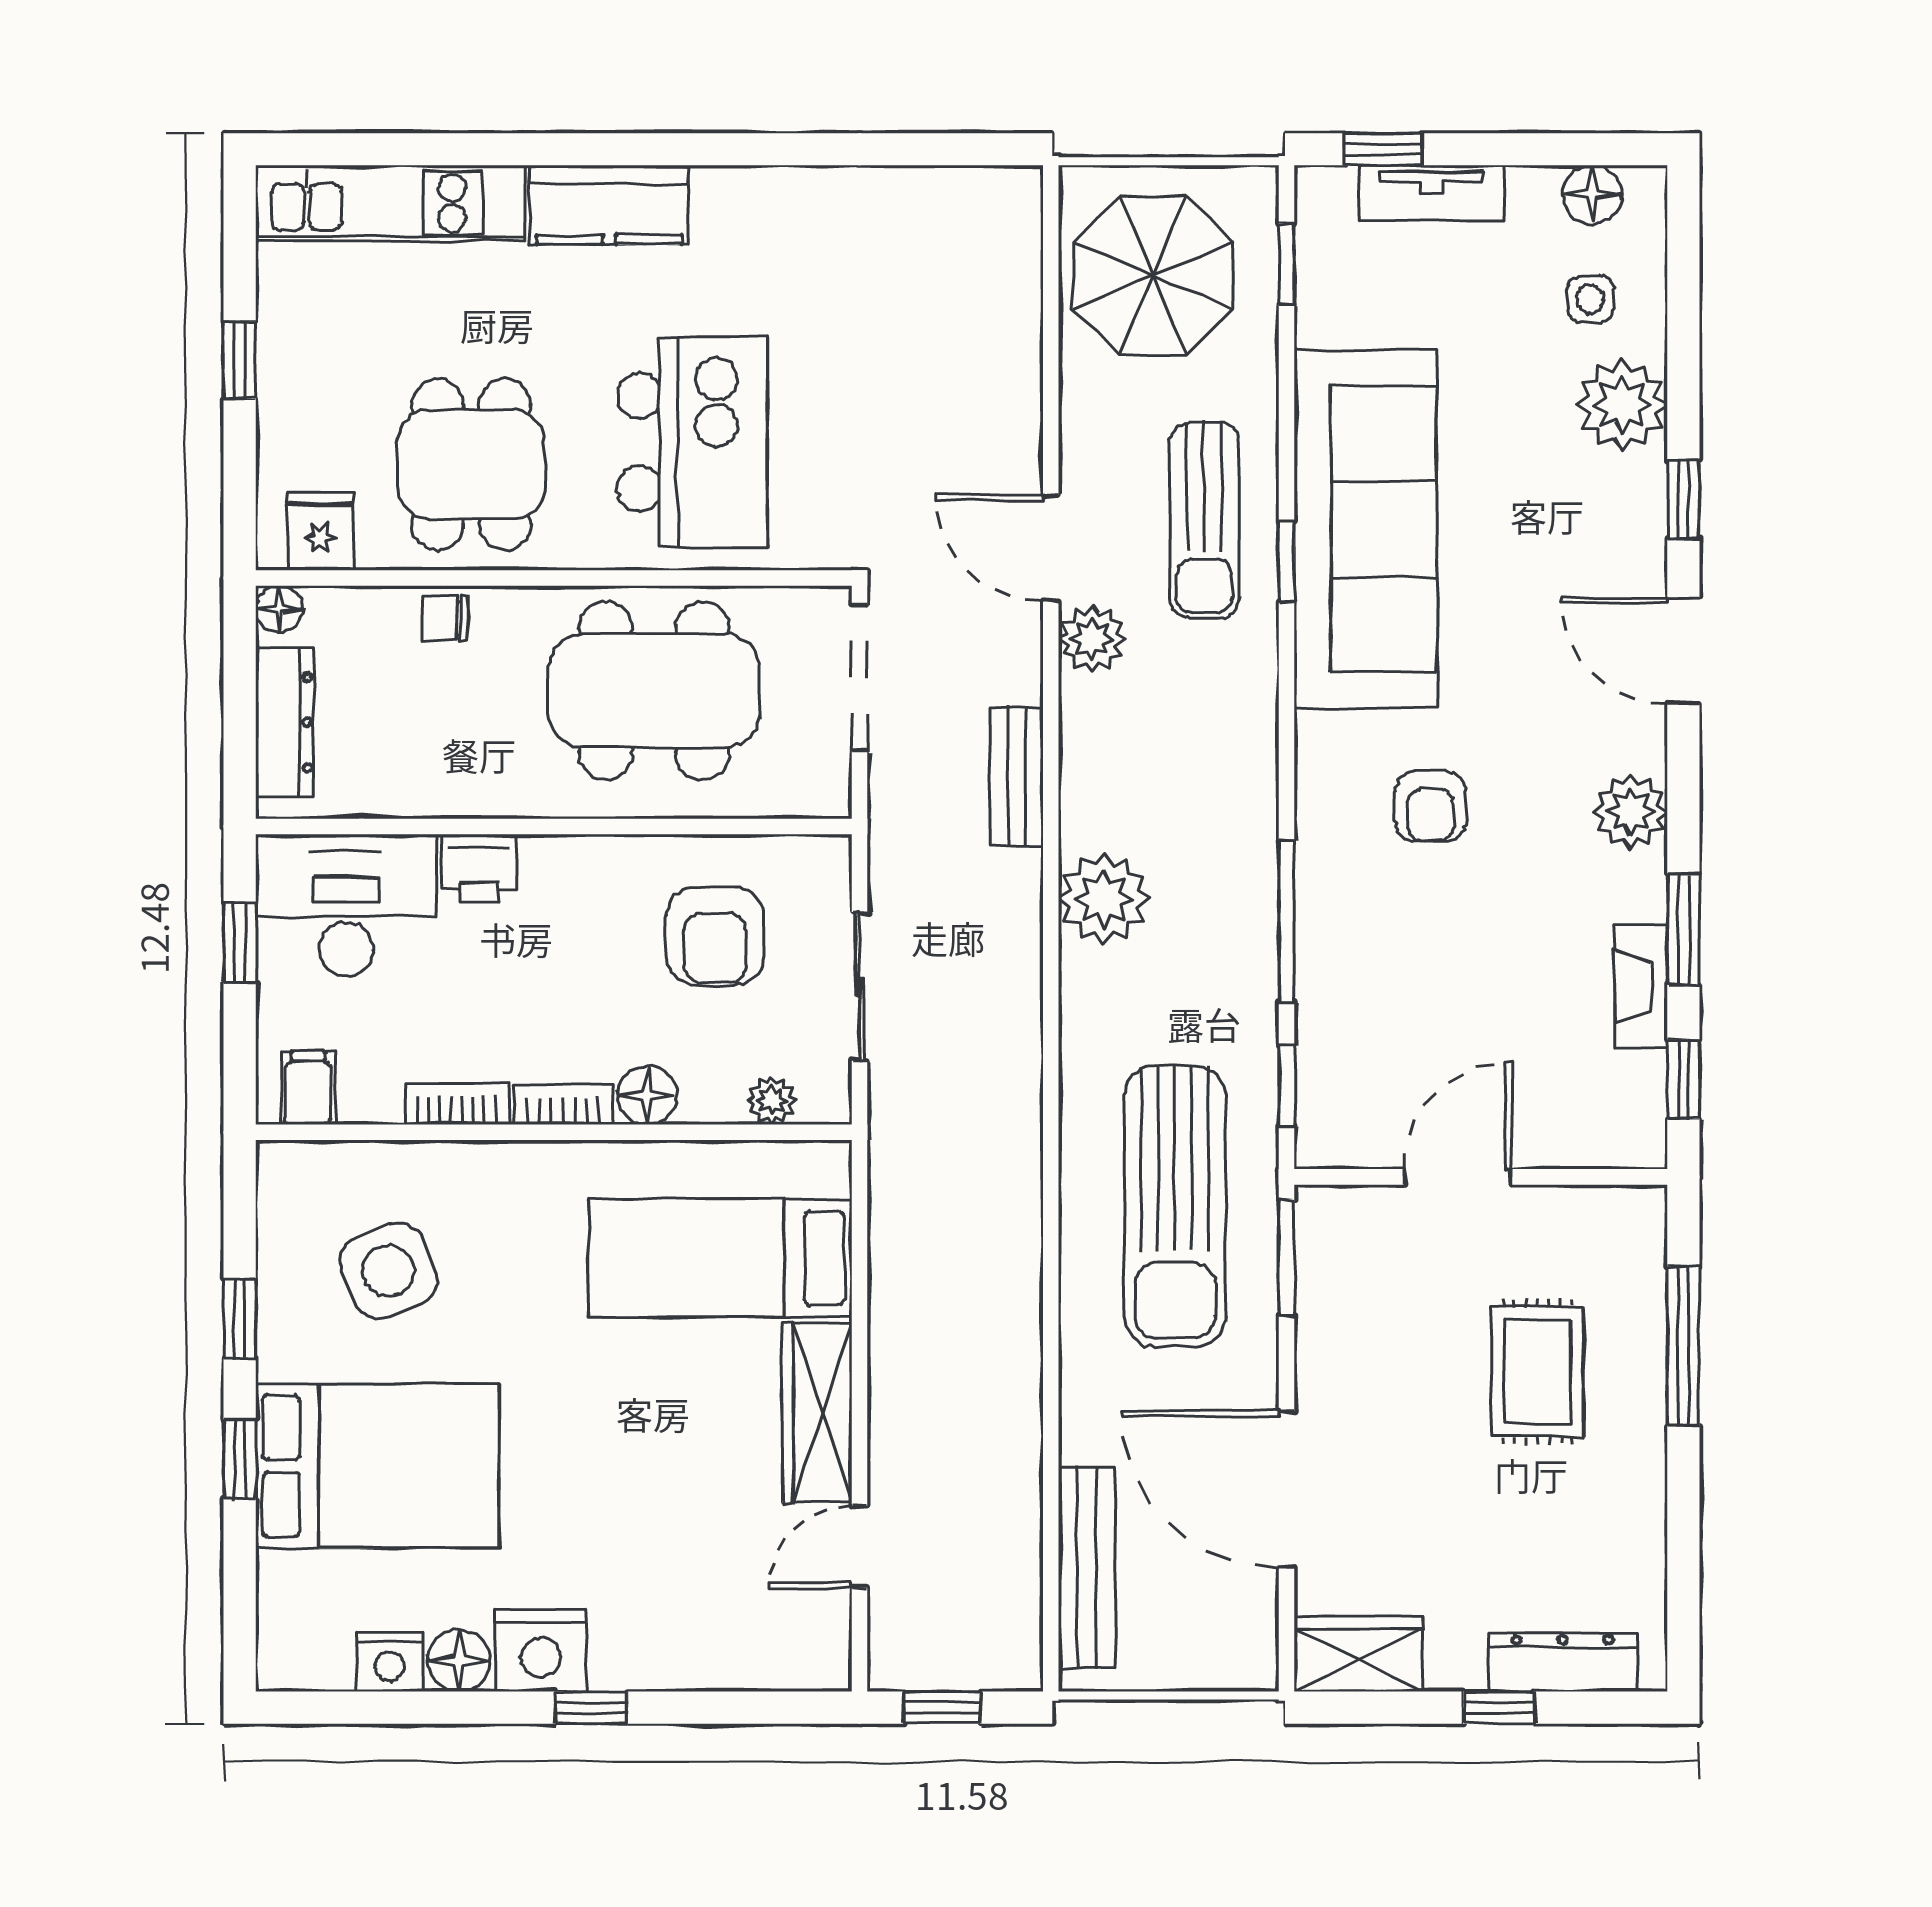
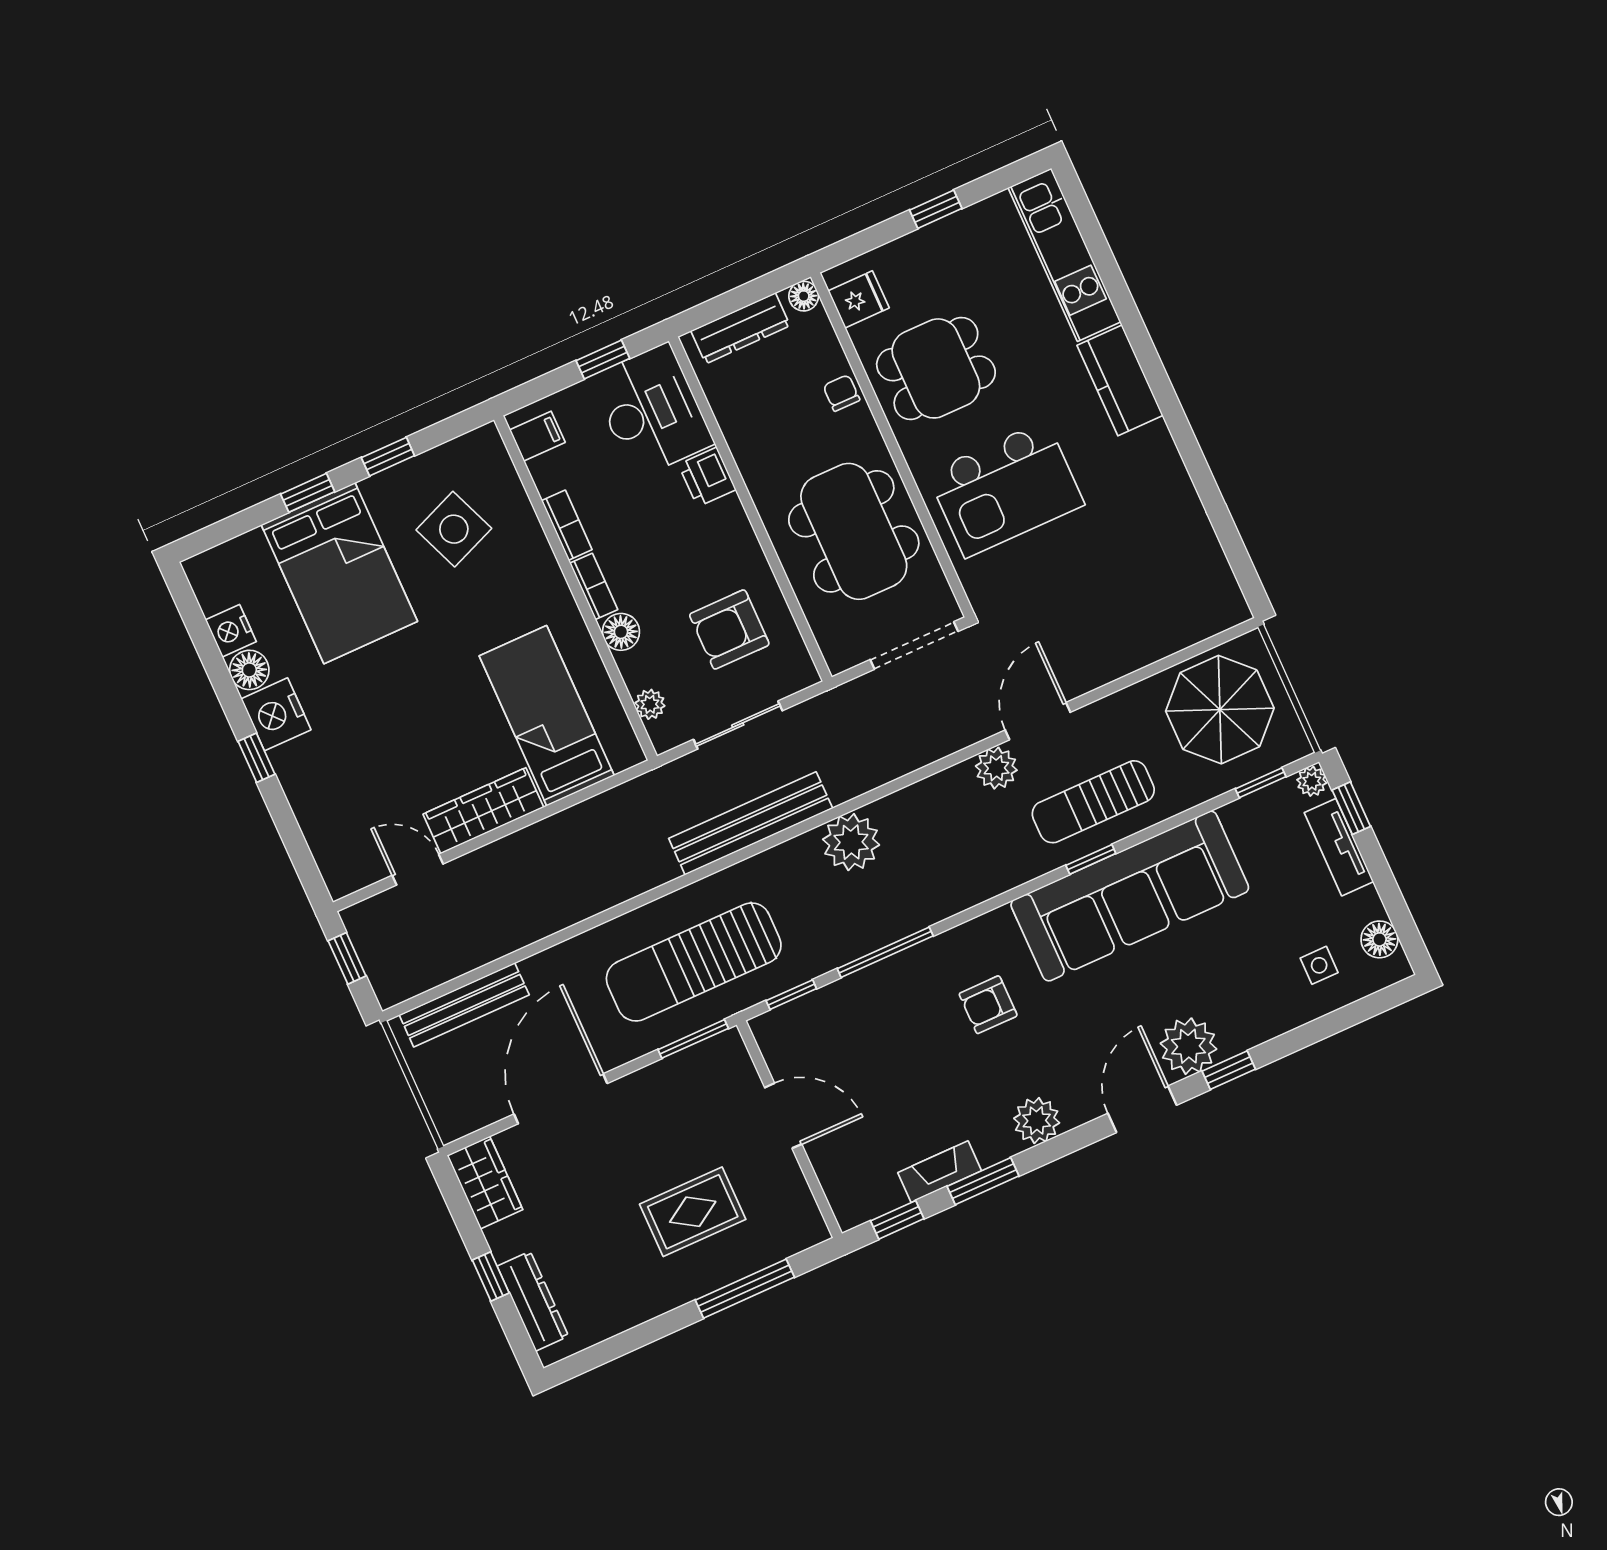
plant: (1318, 189) -> (1312, 781), added
plant: (1622, 405) -> (1188, 1046), moved
bench: (1017, 776) -> (751, 823), moved, width x1.86, depth x1.21

